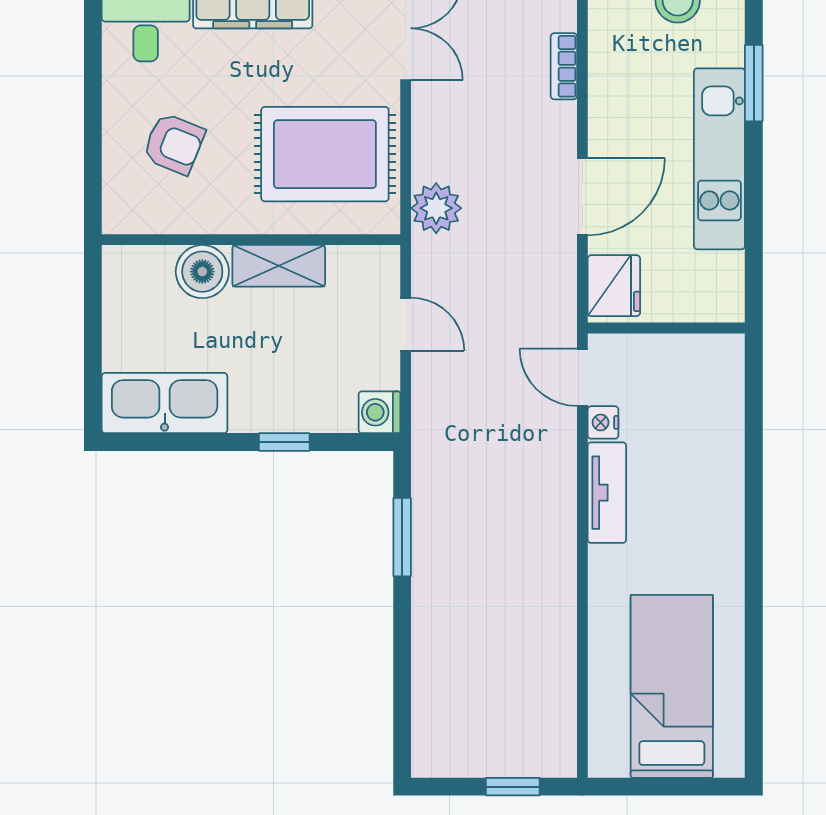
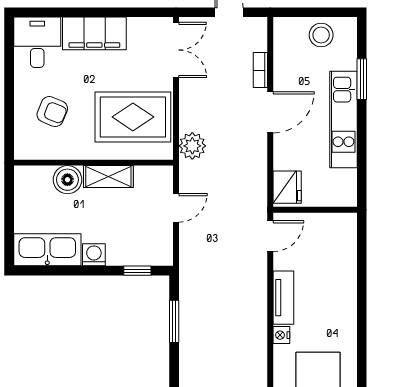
door: (582, 197) -> (270, 112), moved
door: (406, 324) -> (176, 208), hinge flipped
door: (582, 377) -> (270, 236), swing flipped
washing machine: (379, 412) -> (94, 255), moved, turned 90
nightstand: (603, 422) -> (281, 335), moved
window: (284, 442) -> (137, 271), moved

